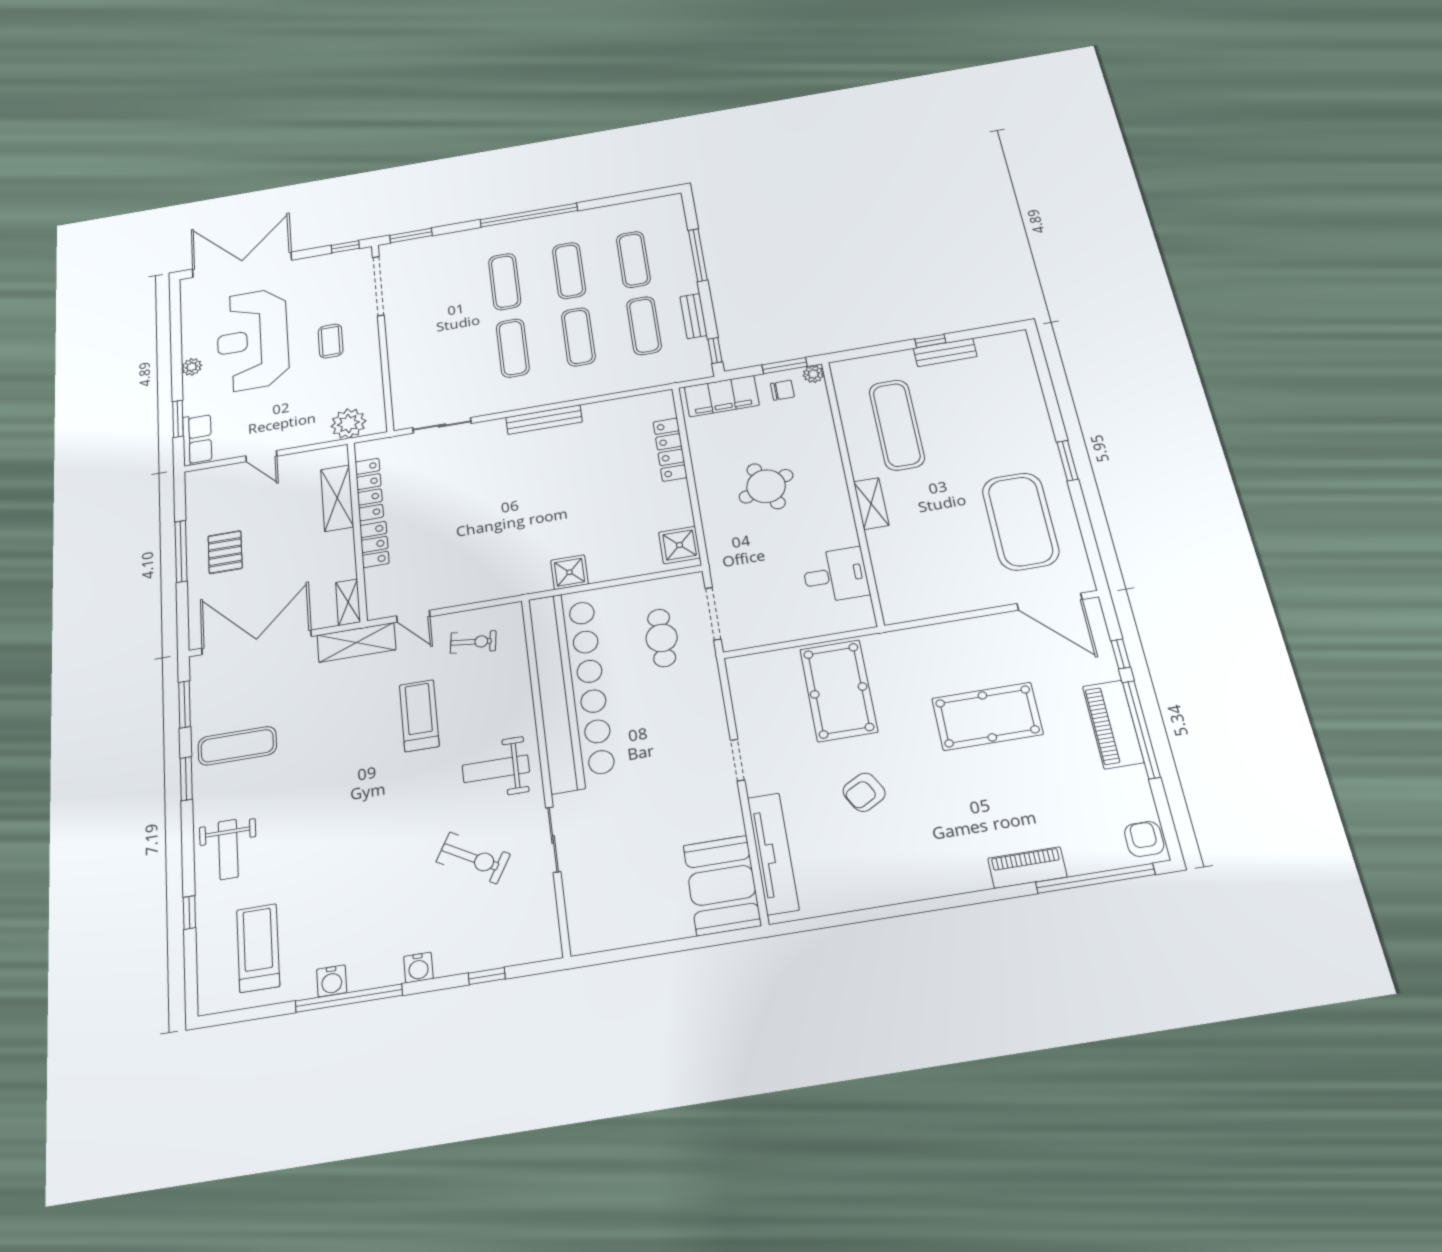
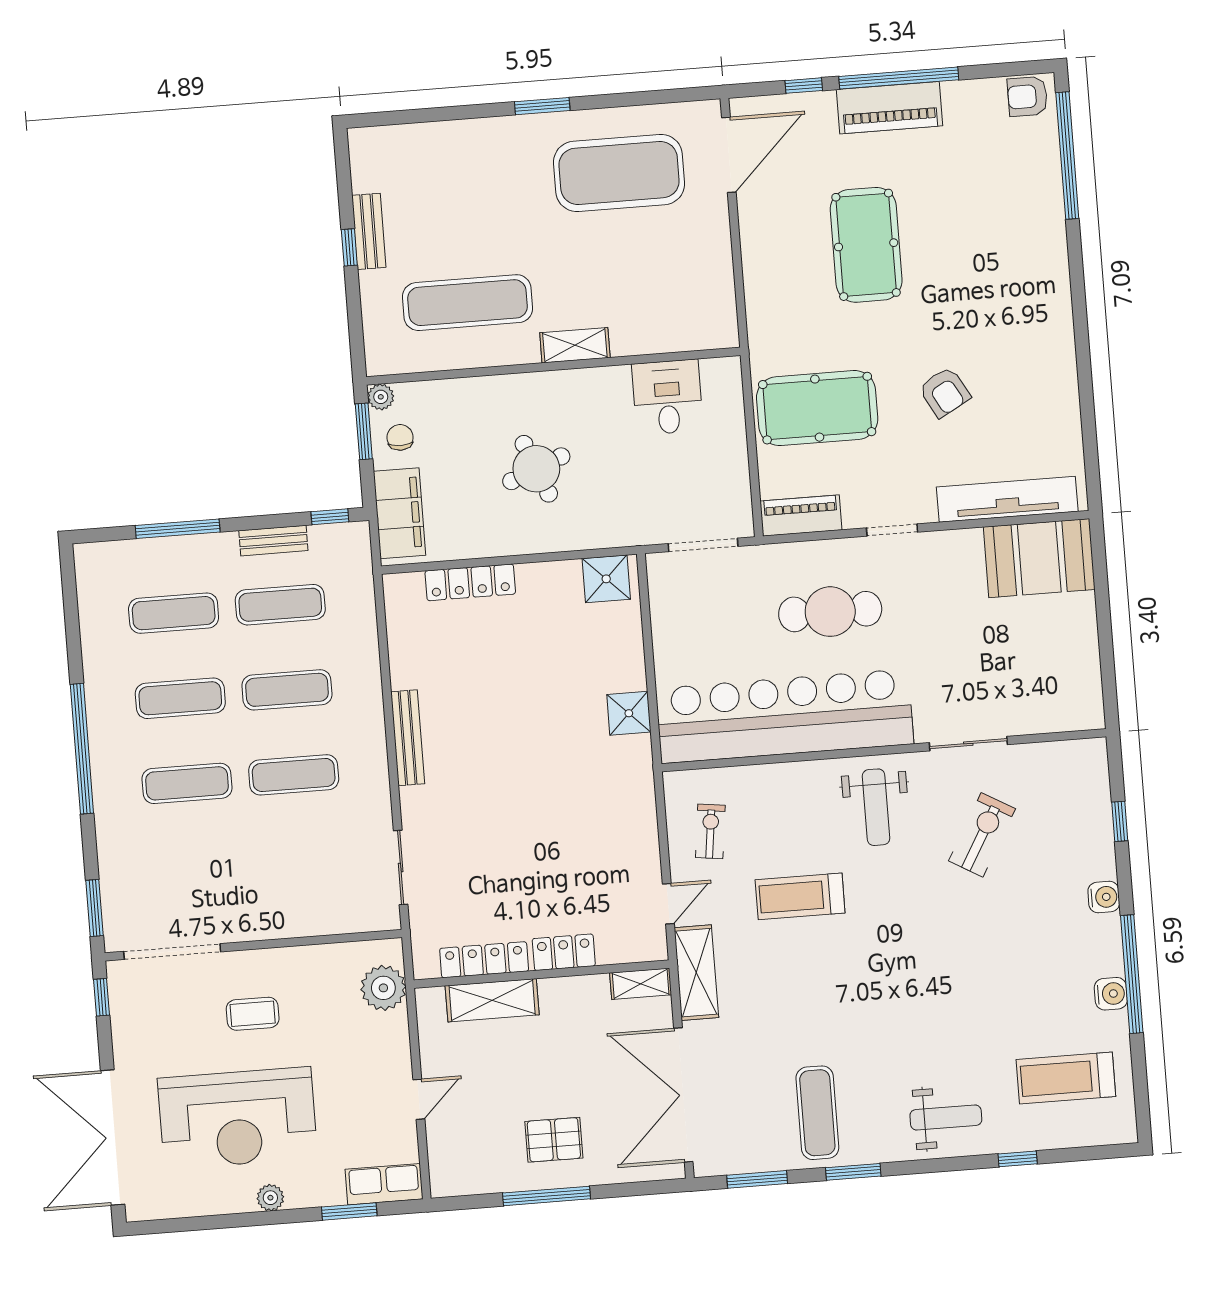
cafe table: (662, 638) -> (830, 612), moved, width x1.37, depth x1.35
piano: (1027, 868) -> (801, 516), moved, turned 90

